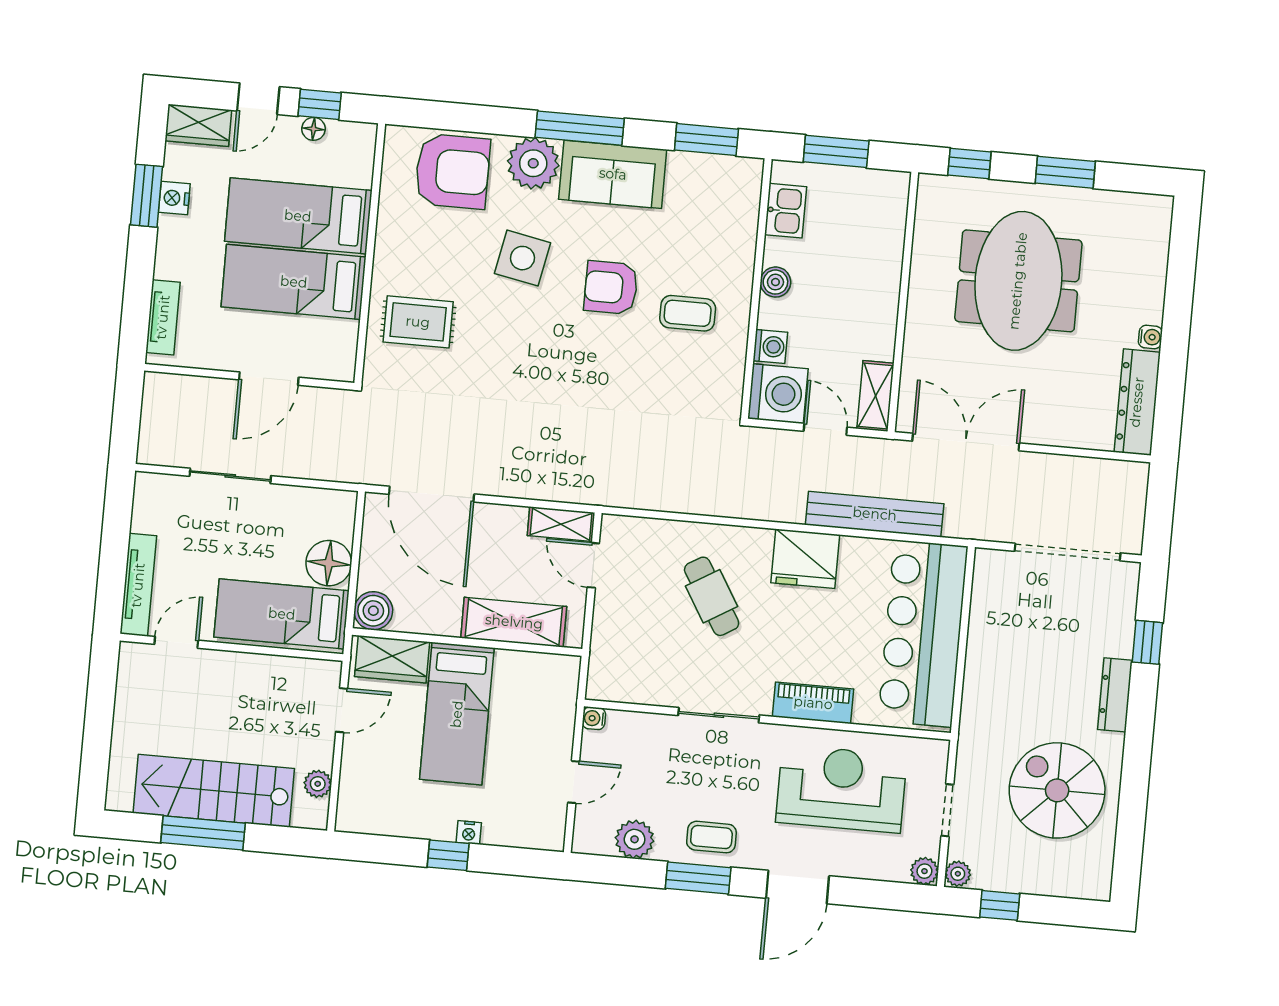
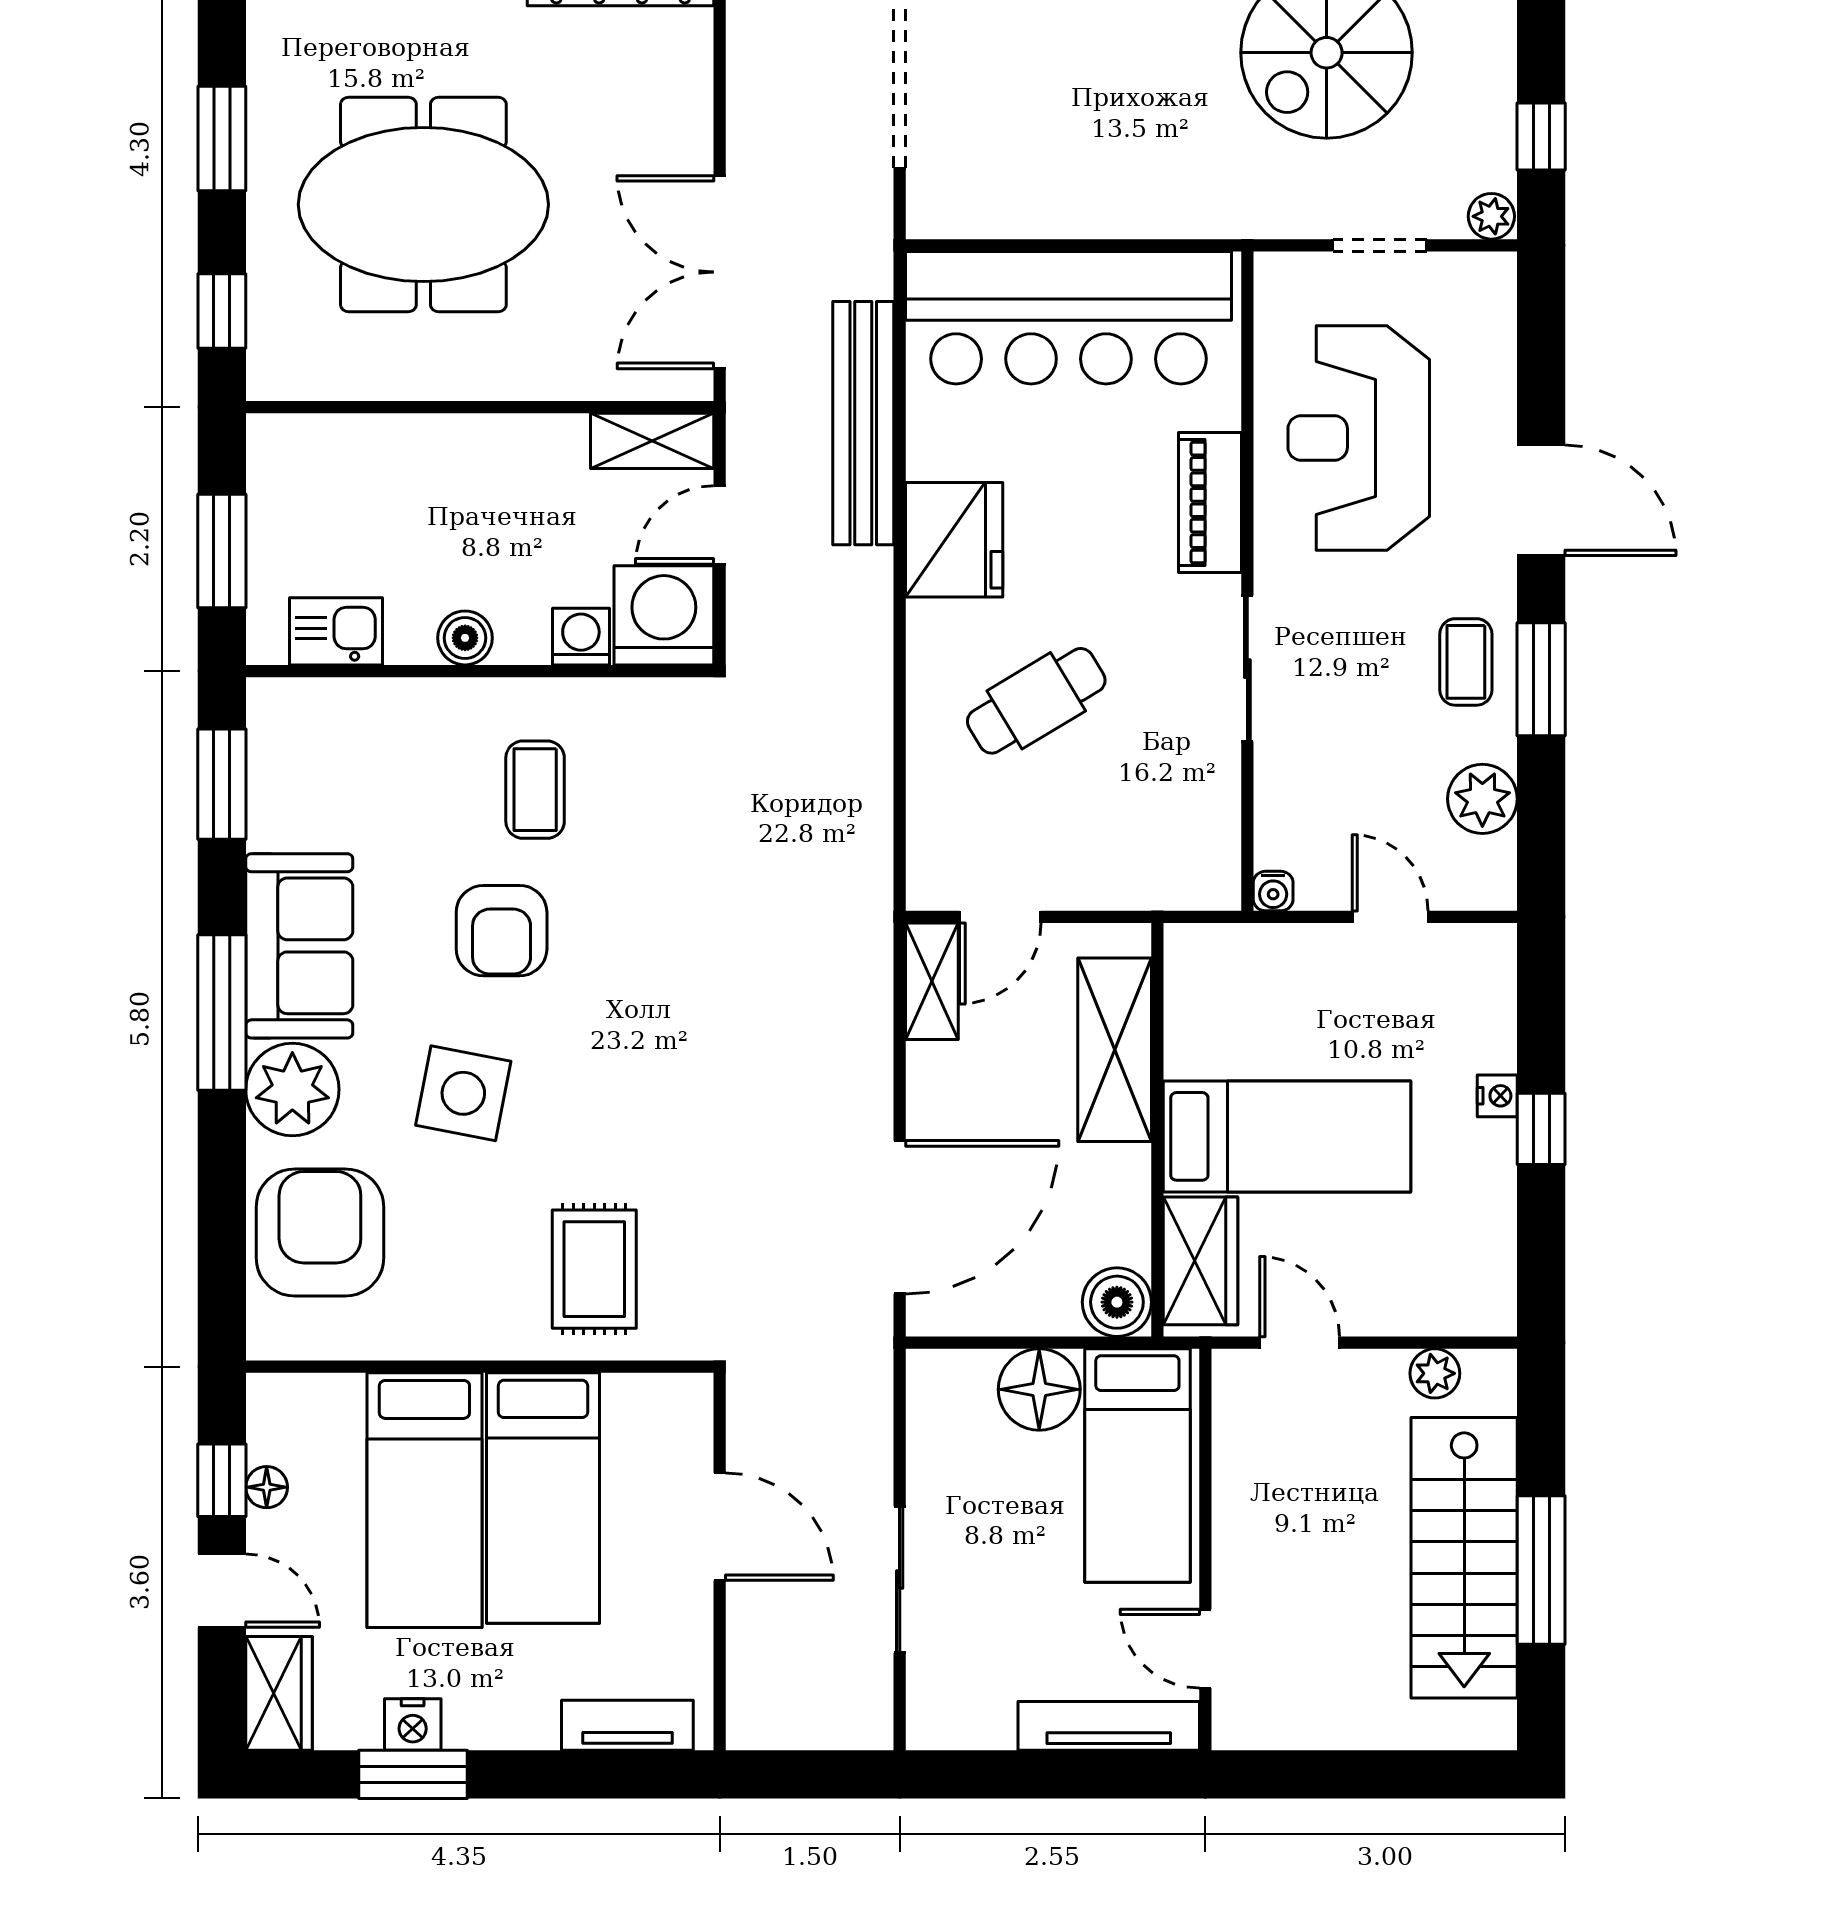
plant: (924, 871) -> (1492, 276), removed

